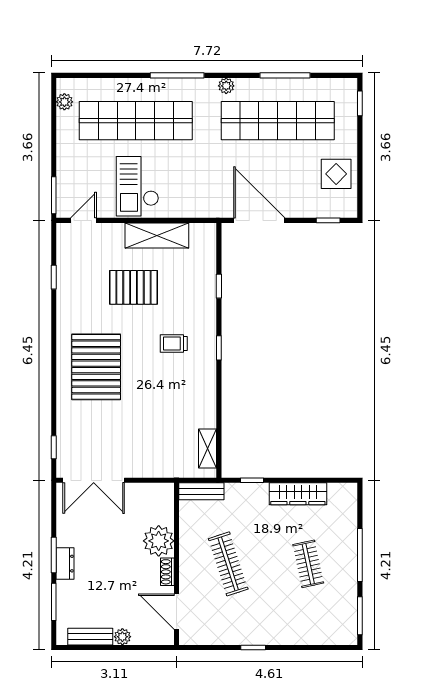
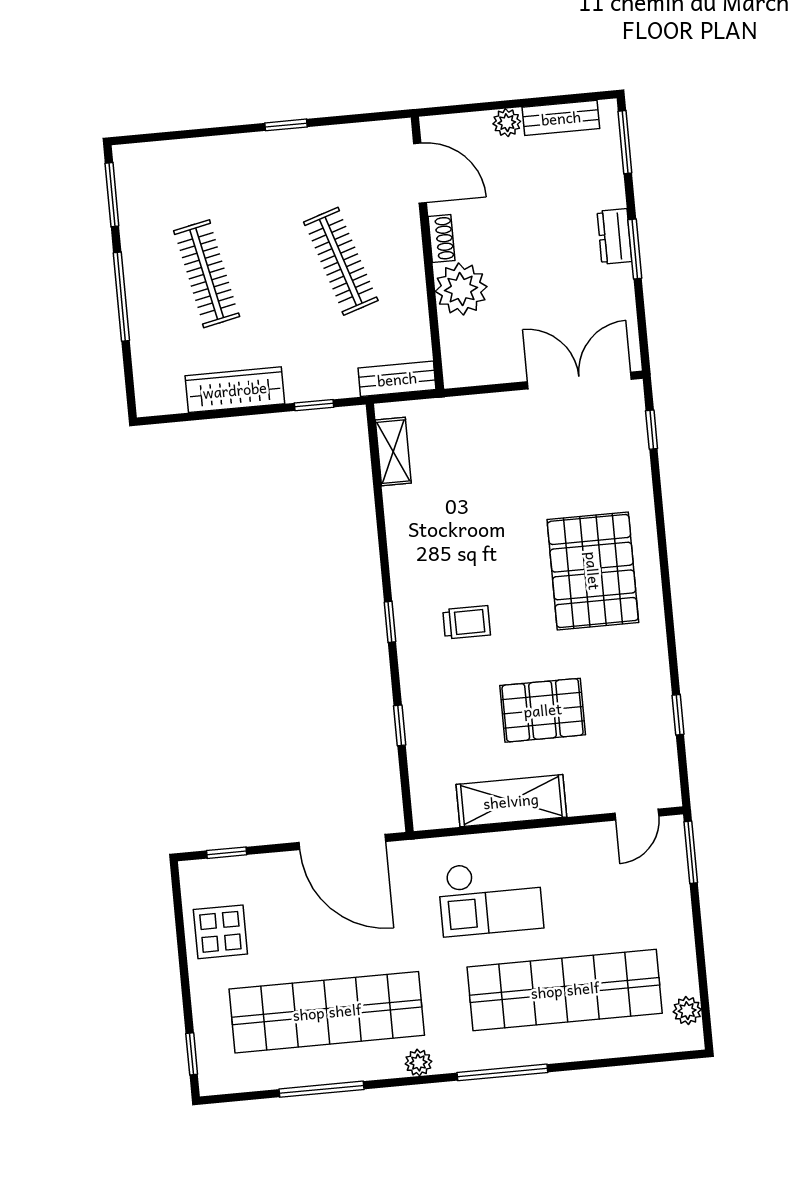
checkout: (137, 186) -> (491, 898), moved, turned 90
clothes rail: (308, 564) -> (207, 274), width x1.36
window: (54, 602) -> (625, 142), moved

